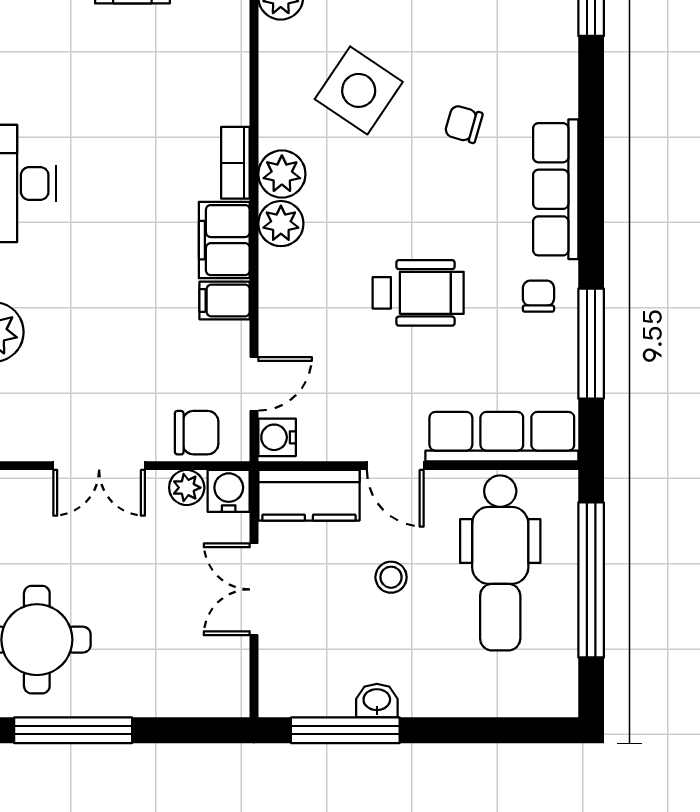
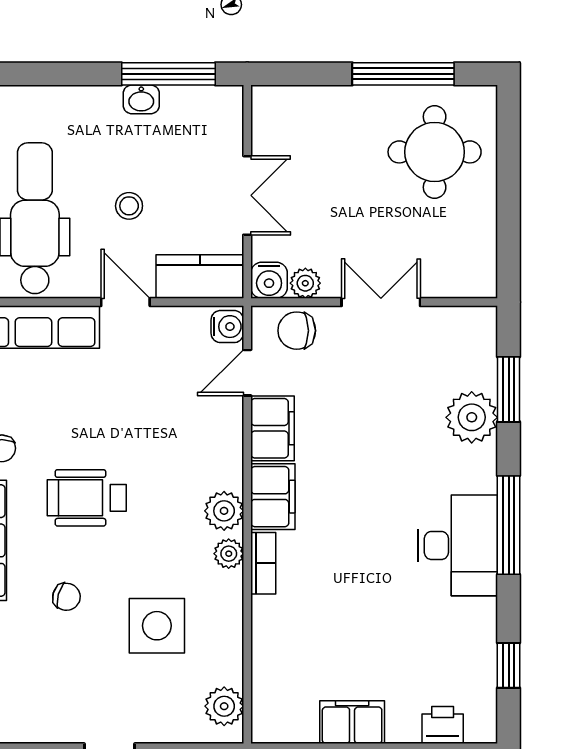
side table: (359, 90) -> (157, 626), turned -34
plant: (282, 174) -> (229, 554), width x0.73, depth x0.73
wheelchair: (418, 293) -> (87, 498), moved
filing cabinet: (225, 301) -> (273, 428), width x2.00

